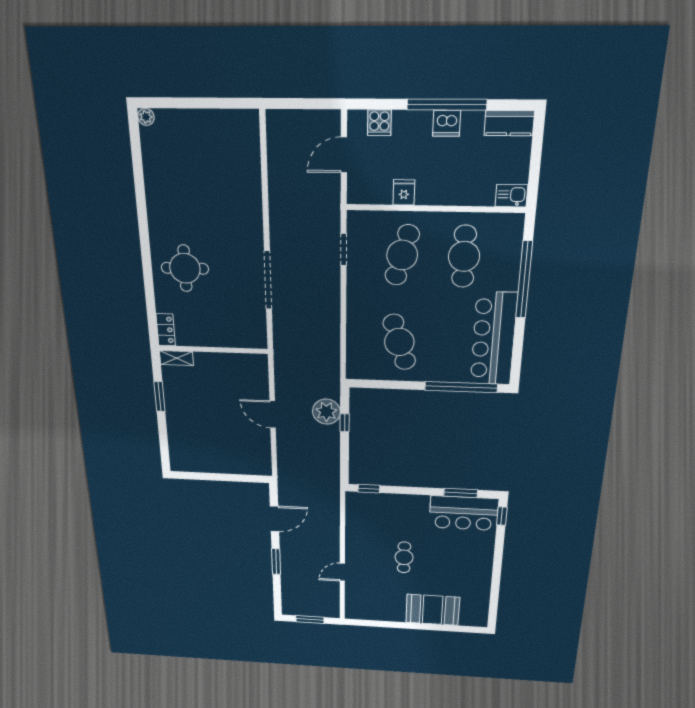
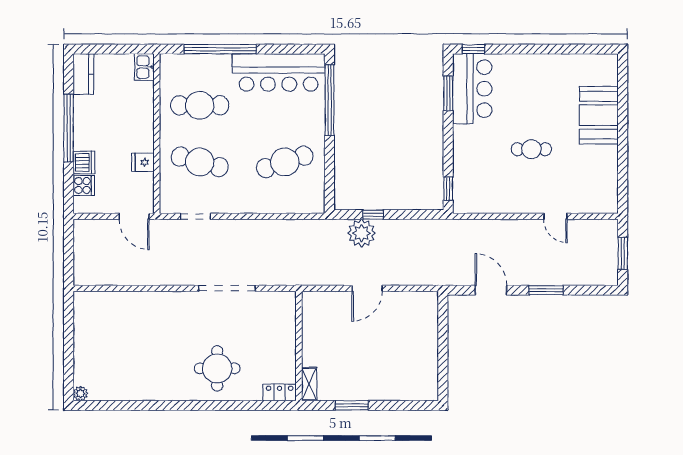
dishwasher: (447, 123) -> (84, 162), moved
door: (344, 155) -> (134, 216), moved

